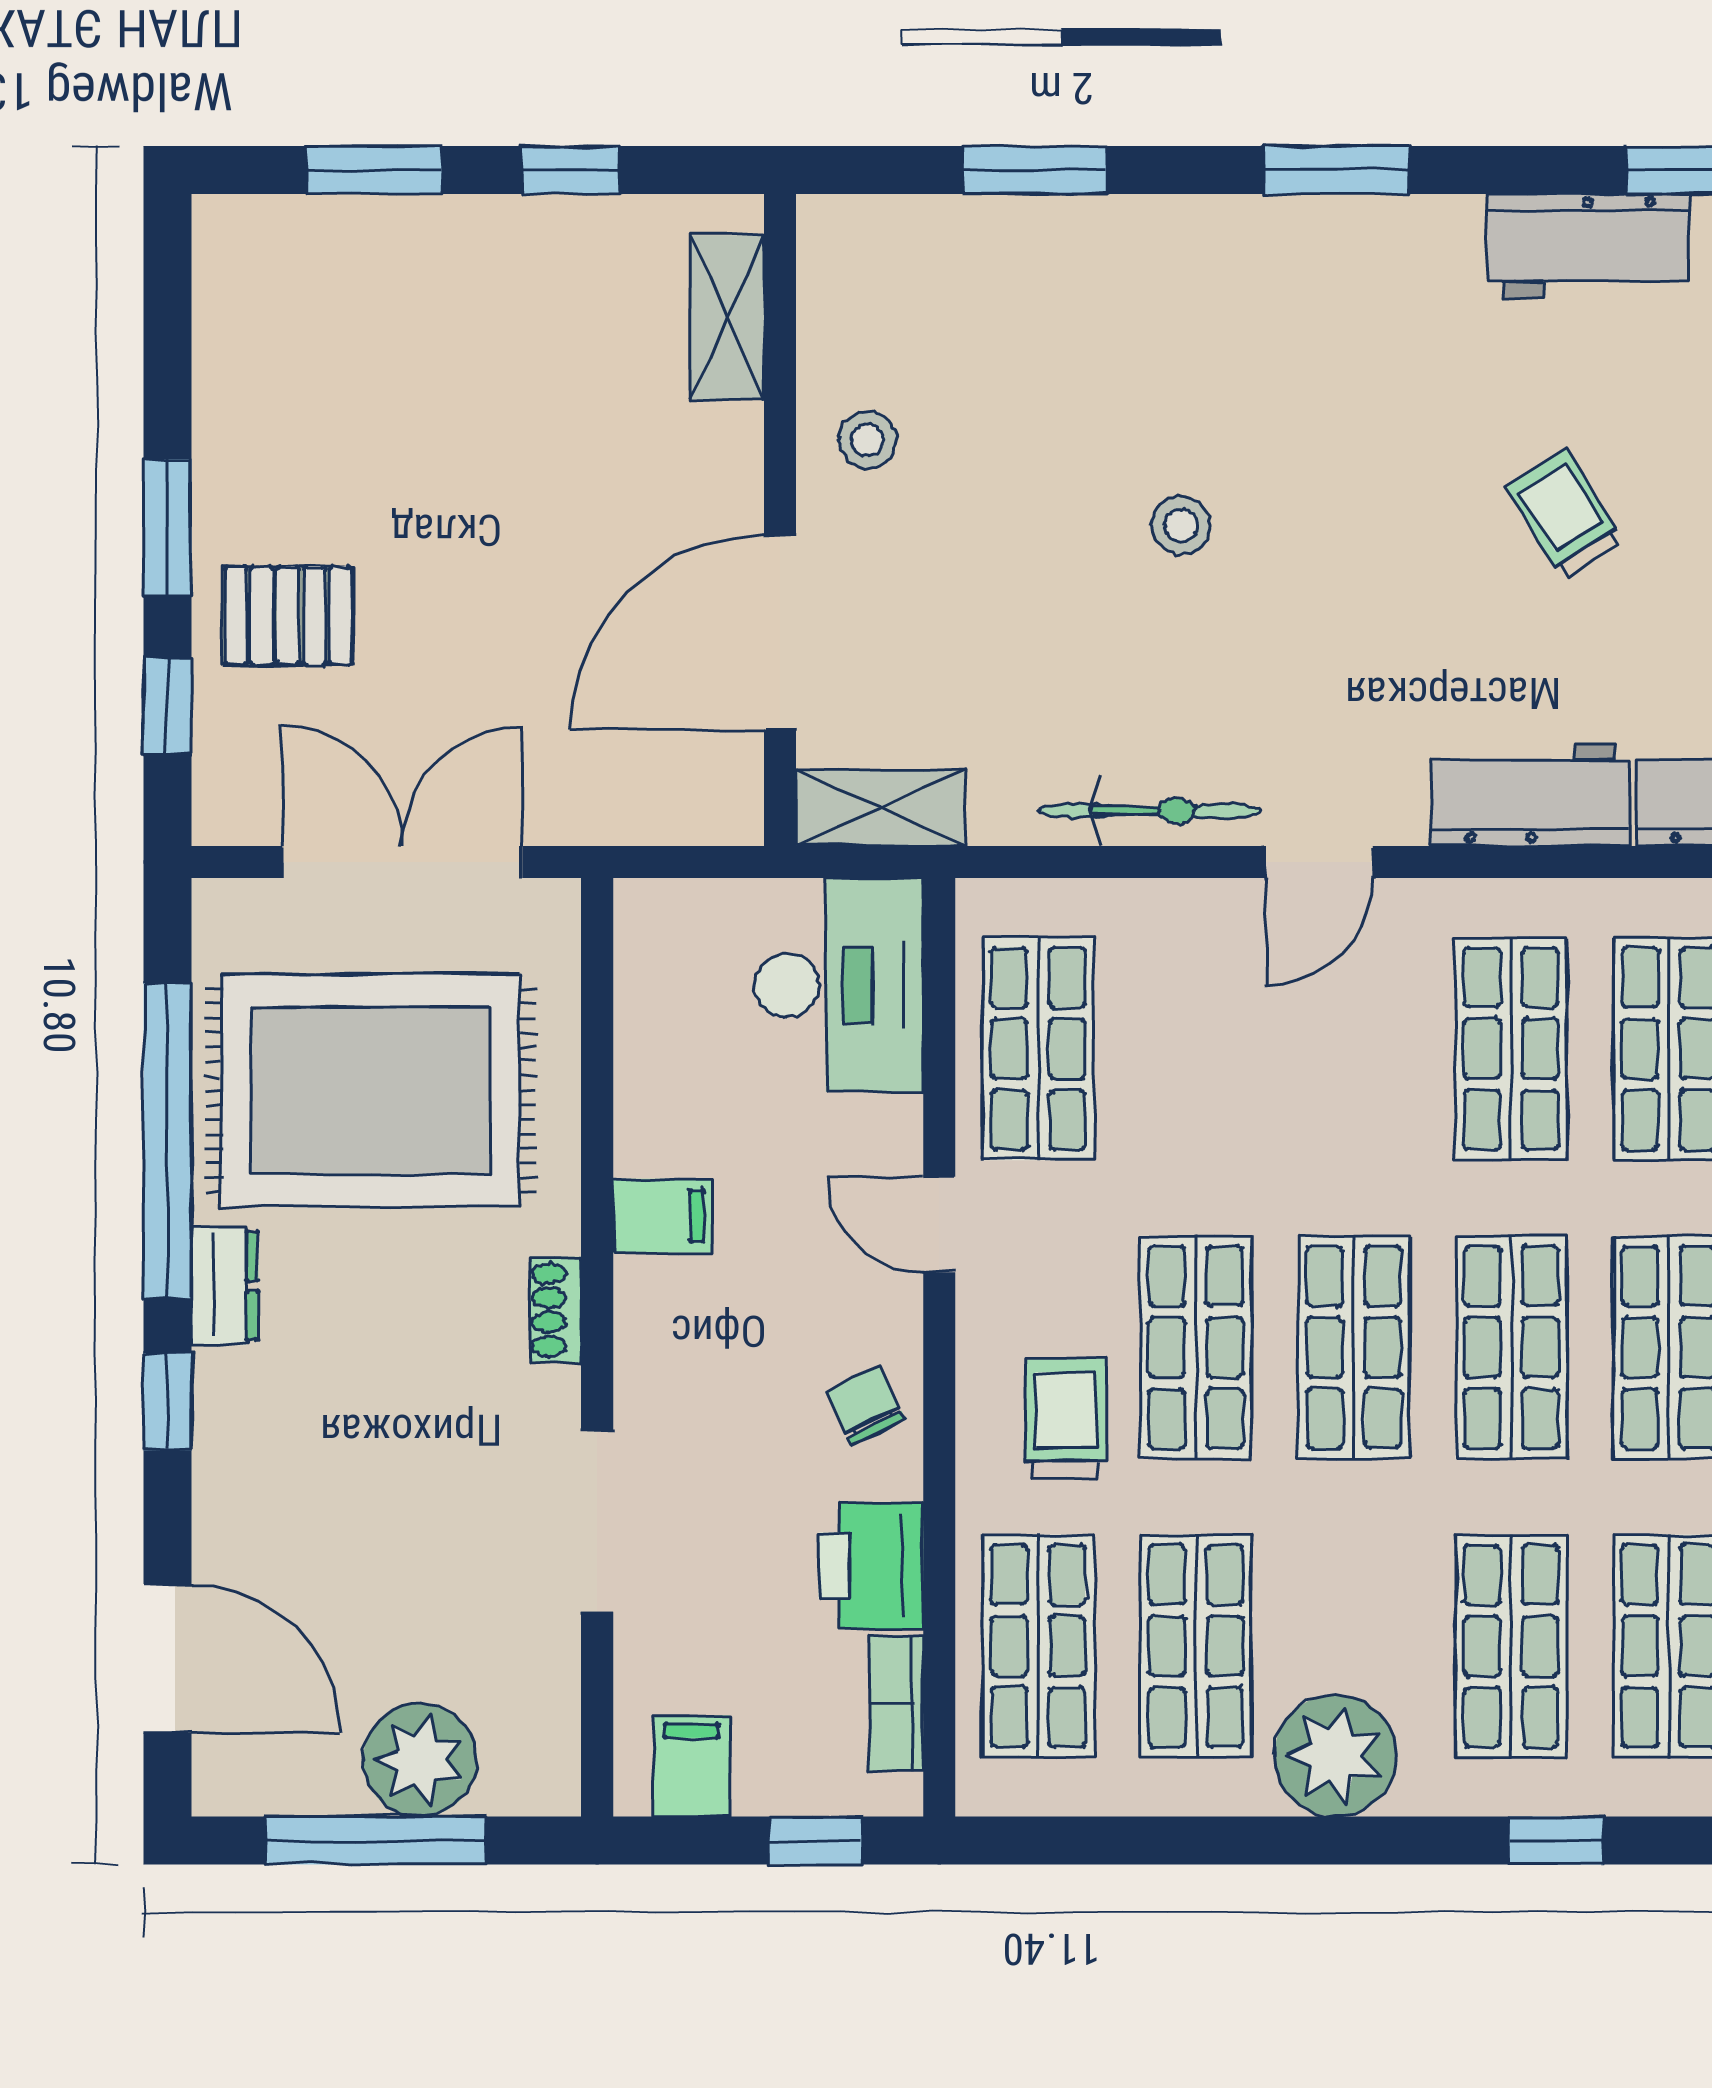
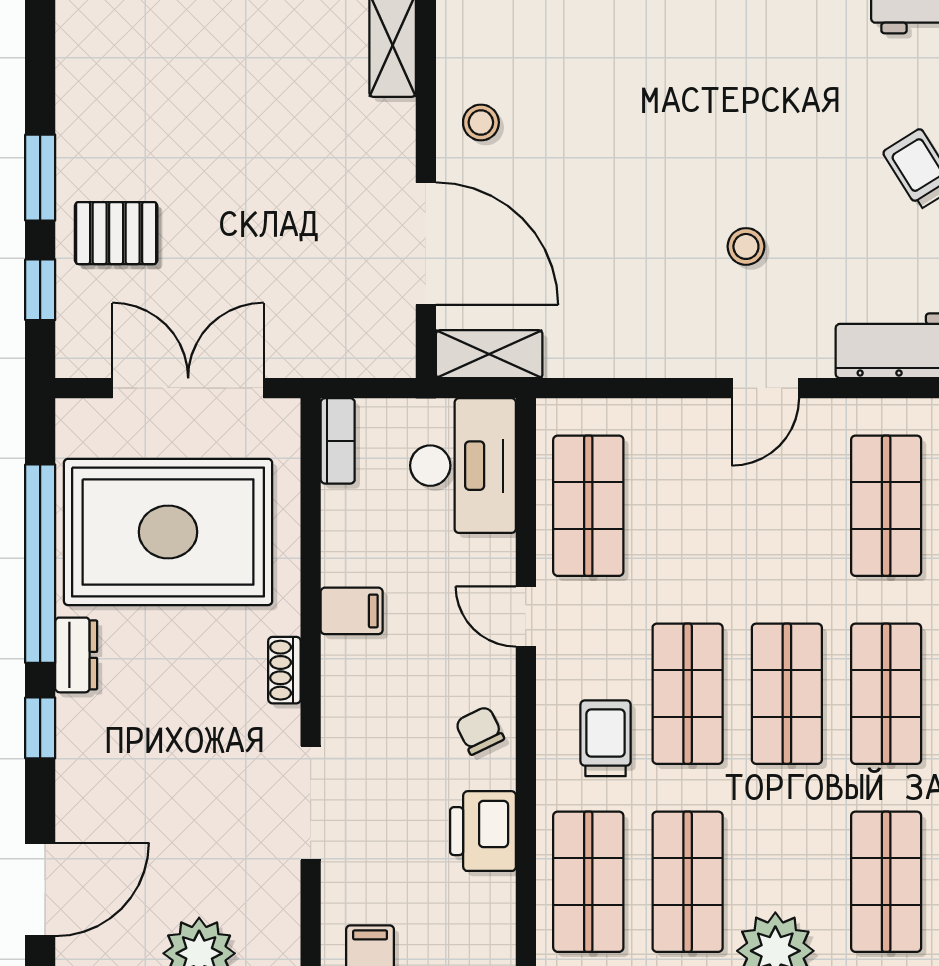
stool: (1181, 525) -> (746, 246), moved
door: (780, 632) -> (426, 244), swing flipped
bicycle: (1150, 811) -> (659, 356), removed
door: (167, 1658) -> (40, 889), hinge flipped
bookcase: (896, 1703) -> (338, 441), moved, turned 180

